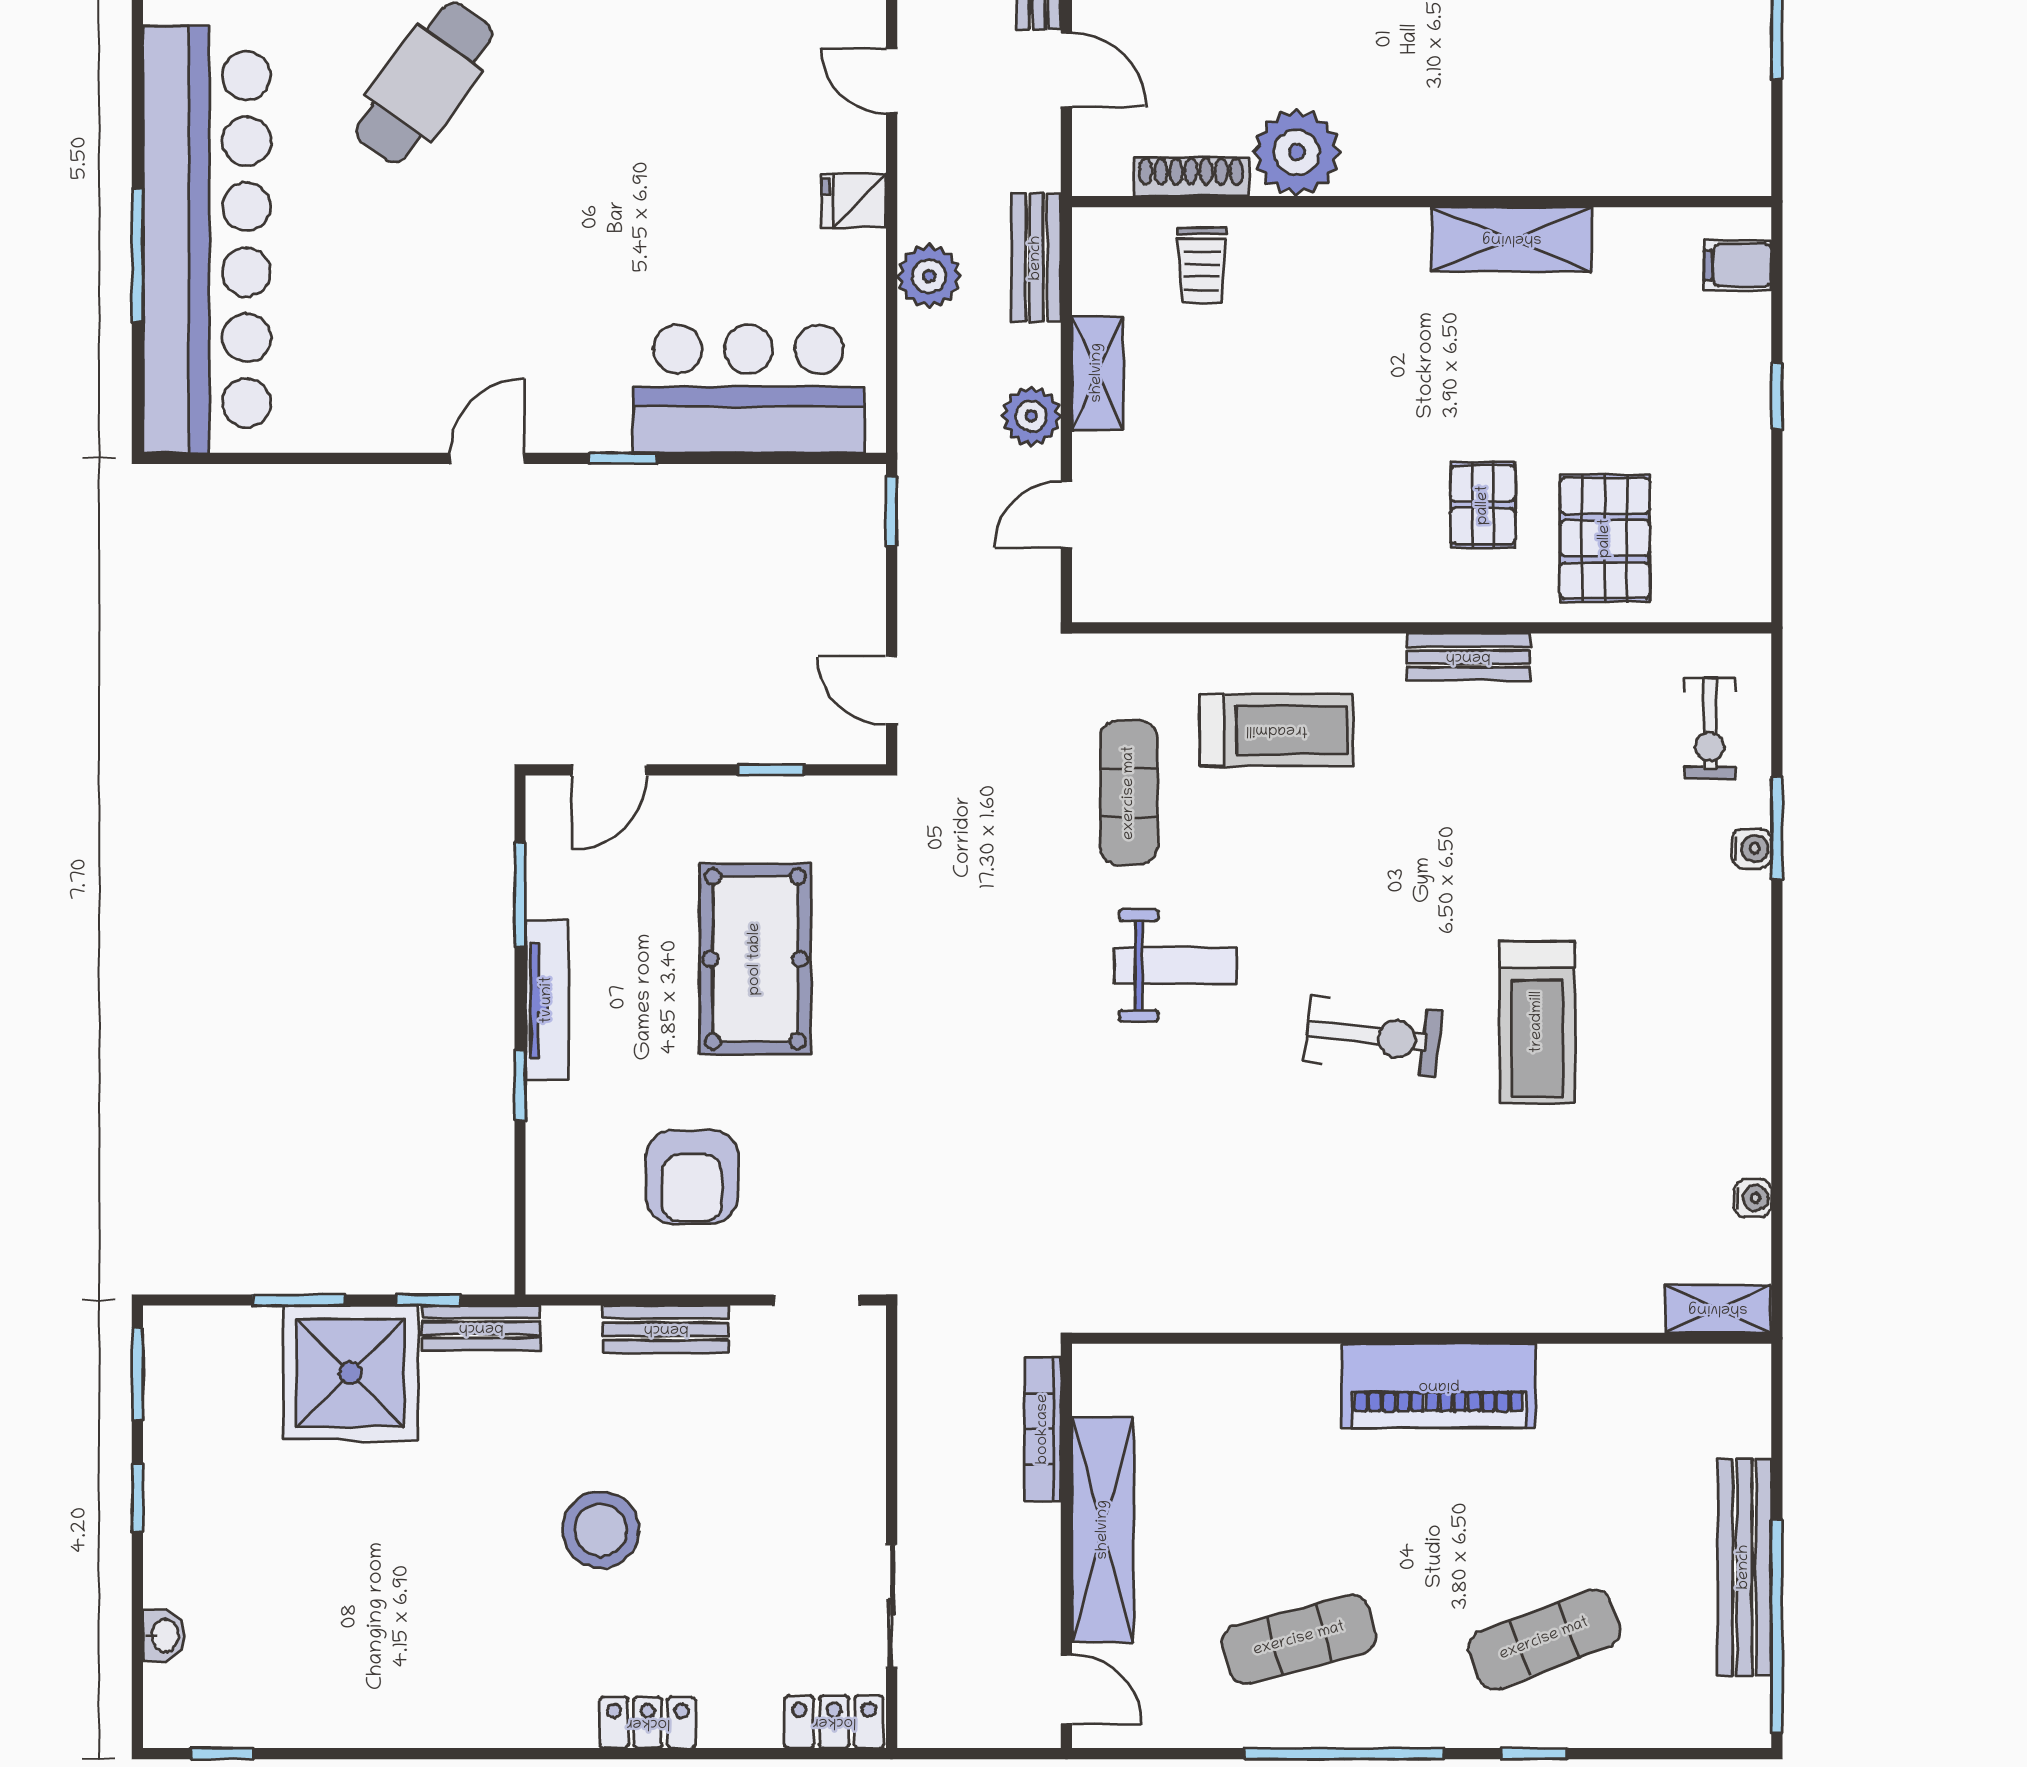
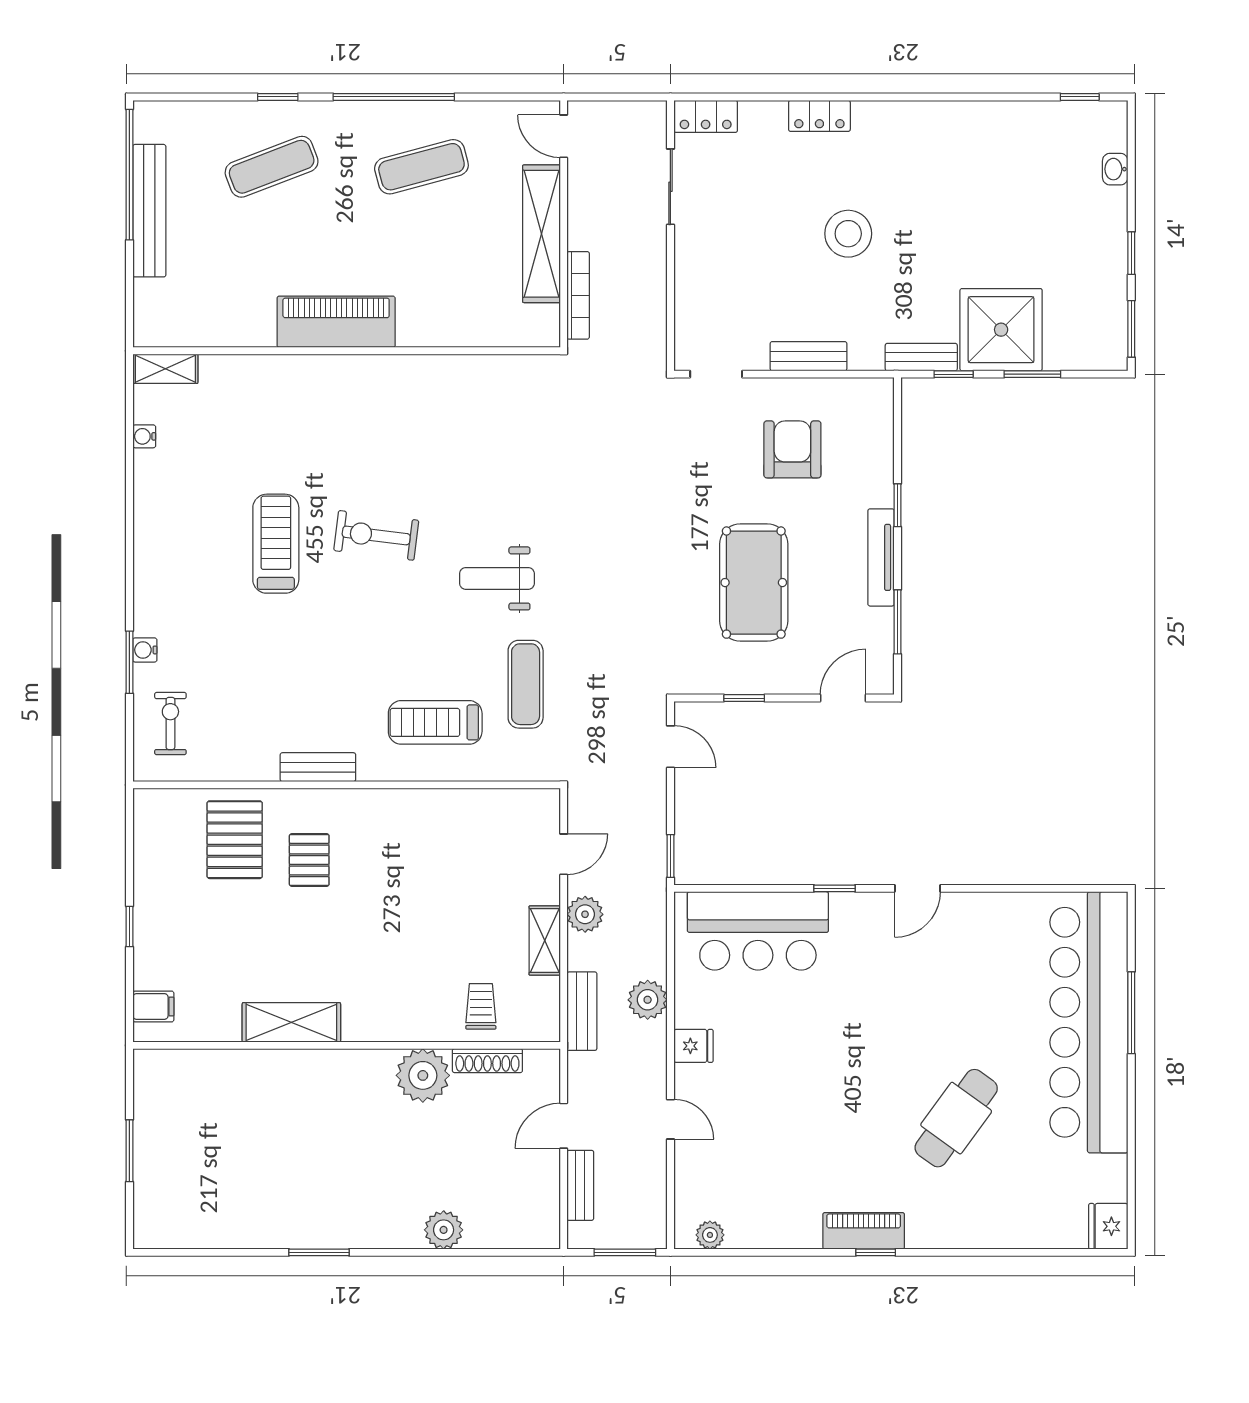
door: (1066, 70) -> (564, 1126), hinge flipped

